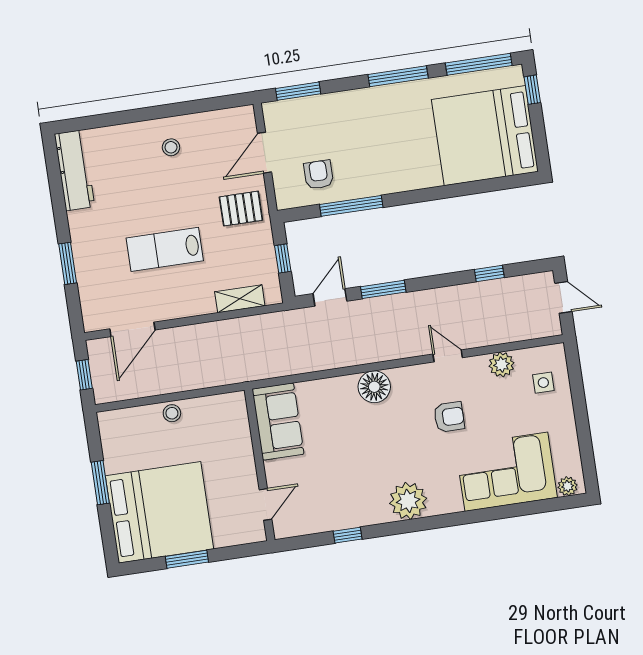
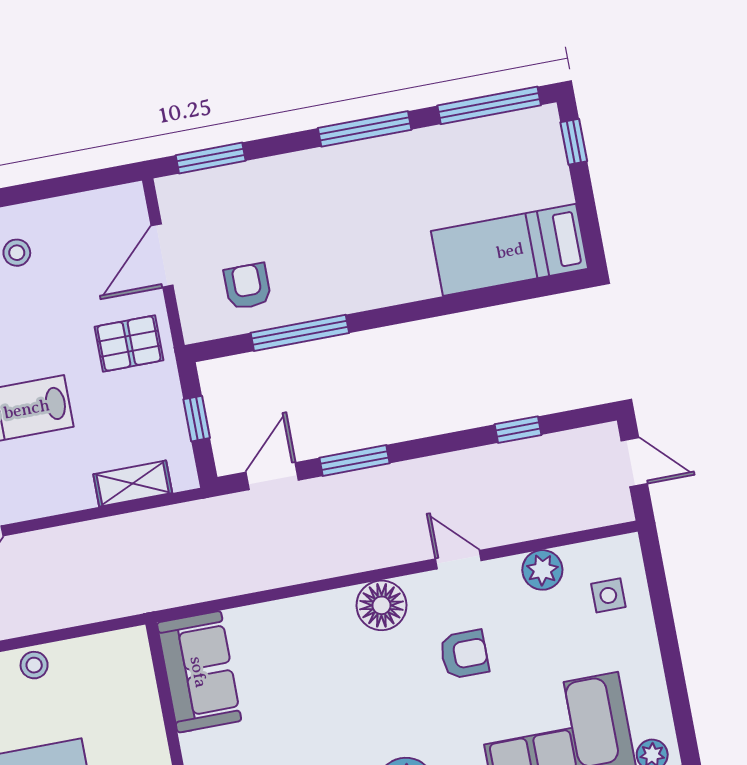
bed: (485, 136) -> (510, 250), width x0.49
floor lamp: (374, 387) -> (382, 605), moved

